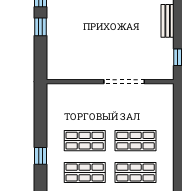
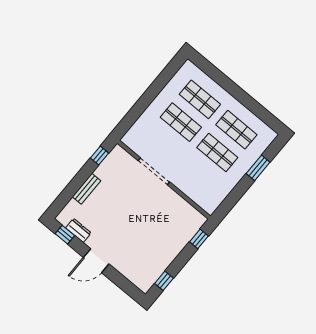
window: (40, 27) -> (199, 239), moved
window: (40, 156) -> (258, 168), width x1.50

